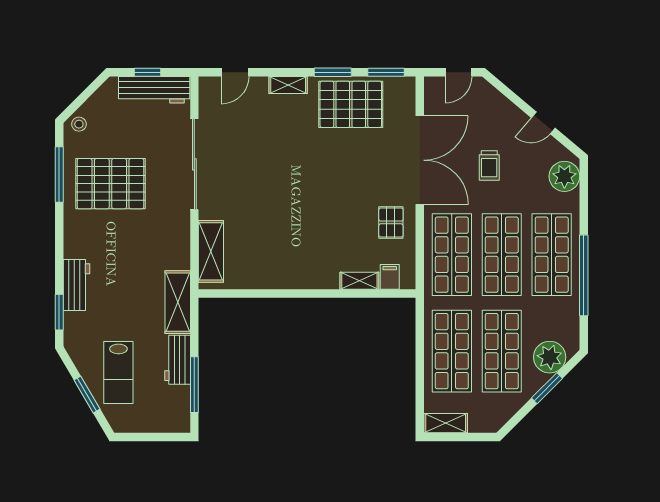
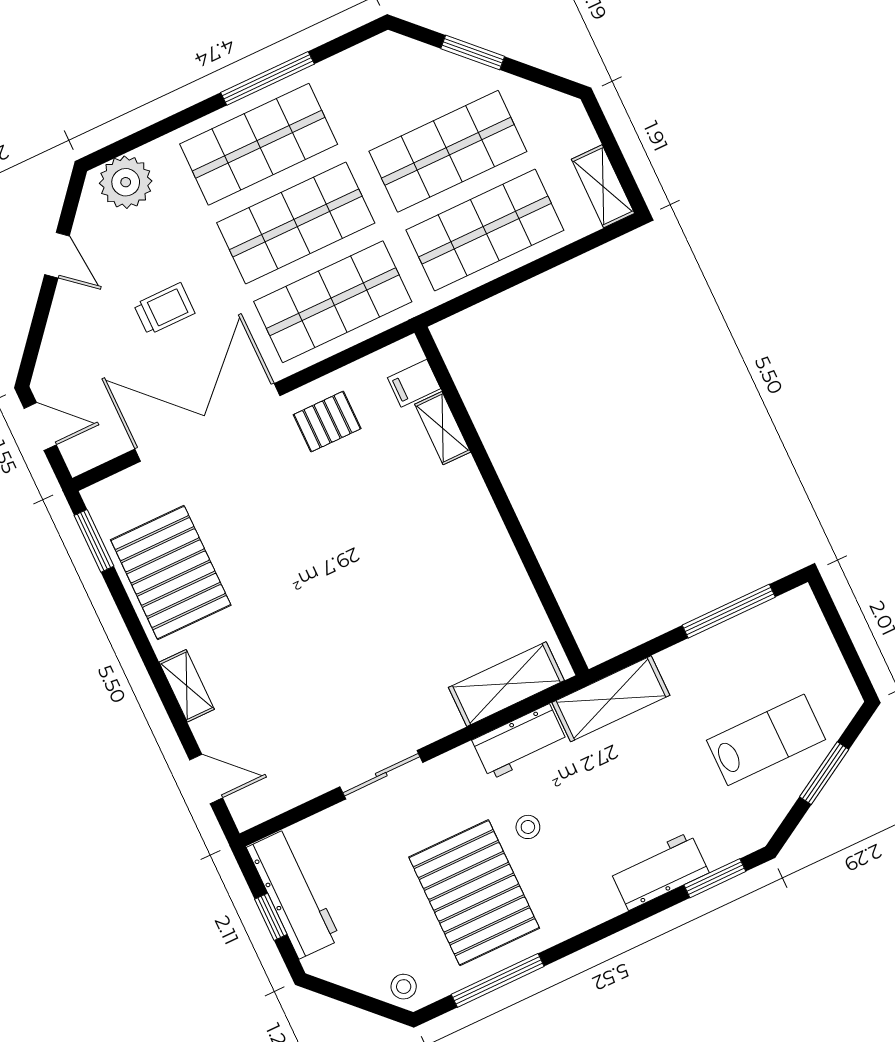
window: (333, 72) -> (134, 625), removed
sliding door: (194, 164) -> (381, 775), width x0.54
stool: (131, 228) -> (528, 827), added
window: (584, 275) -> (268, 78), width x0.68
plant: (550, 357) -> (422, 71), removed
workbench: (178, 360) -> (520, 742), moved

